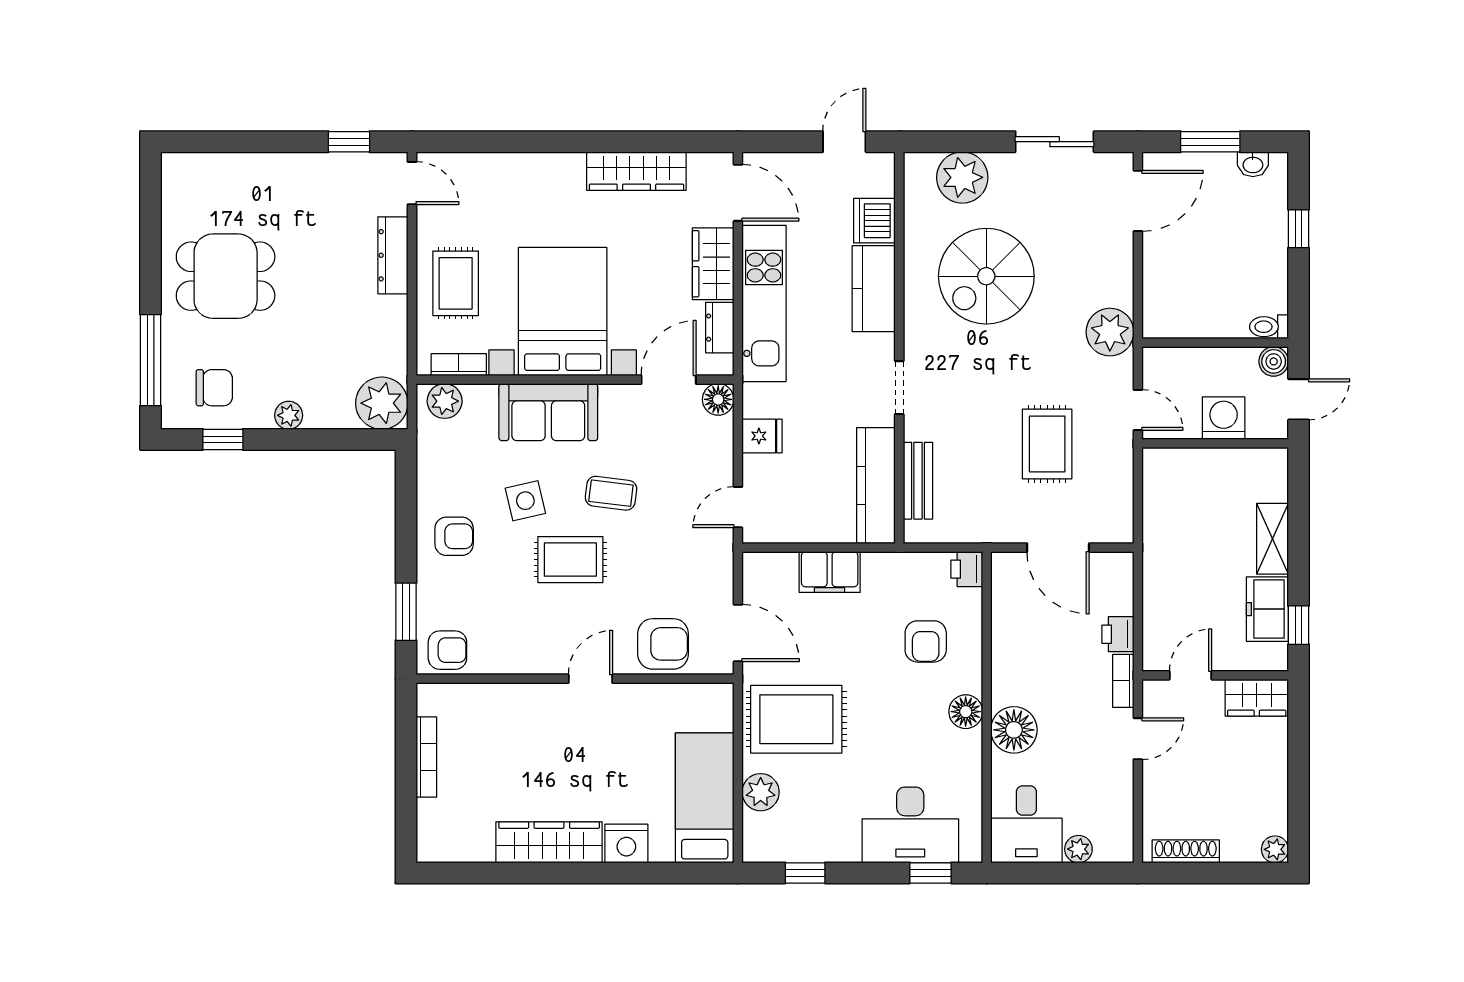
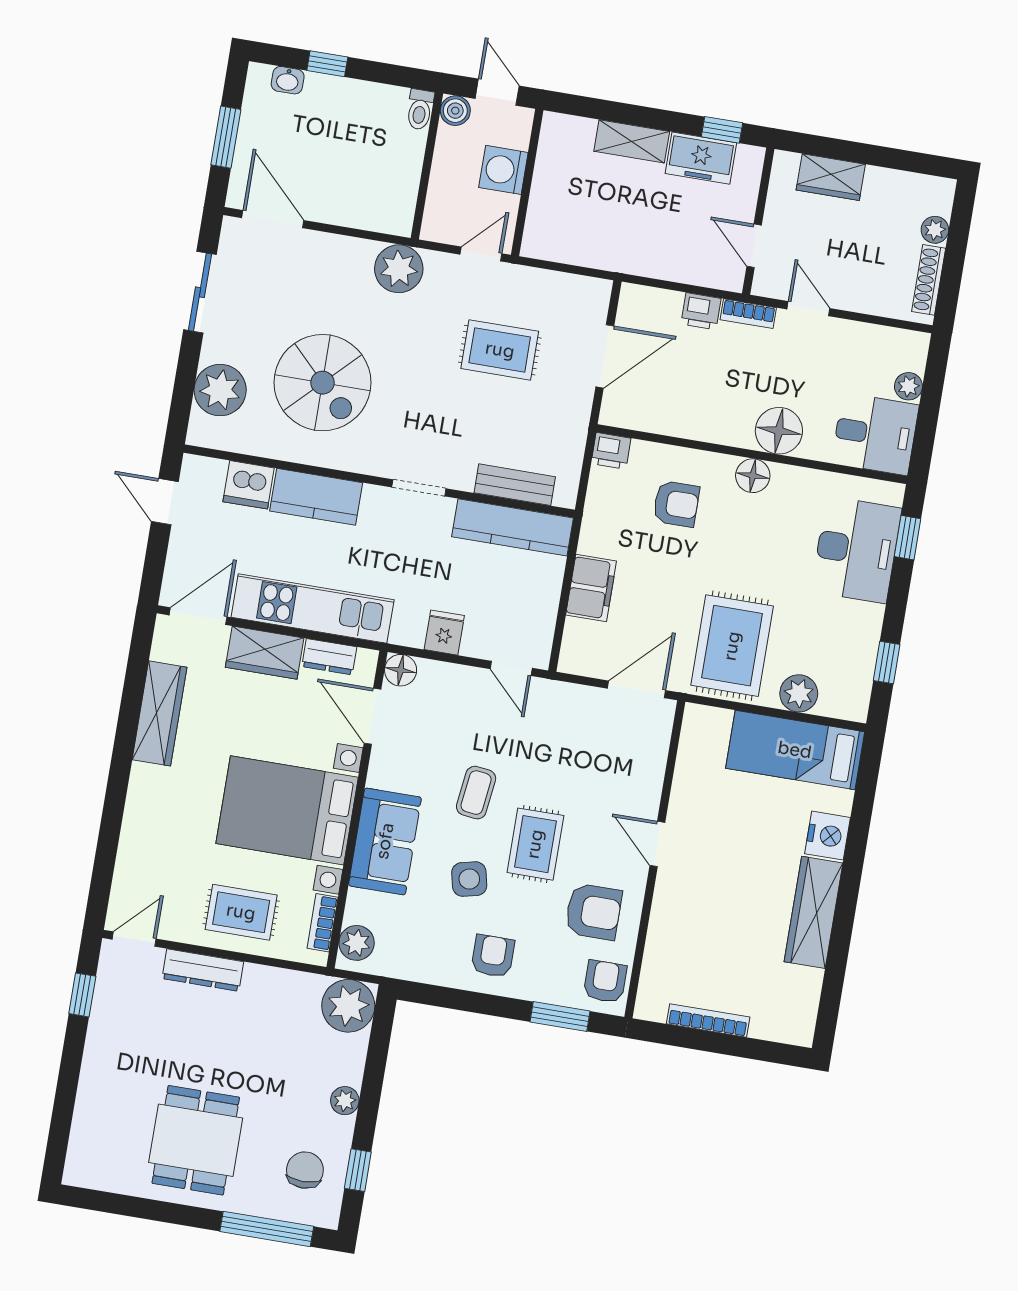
washbasin: (1253, 164) -> (288, 80), moved, turned 90
armchair: (663, 644) -> (593, 912), moved, turned 90
wardrobe: (1257, 698) -> (831, 177), moved, turned 90
plant: (1275, 849) -> (935, 230), moved

